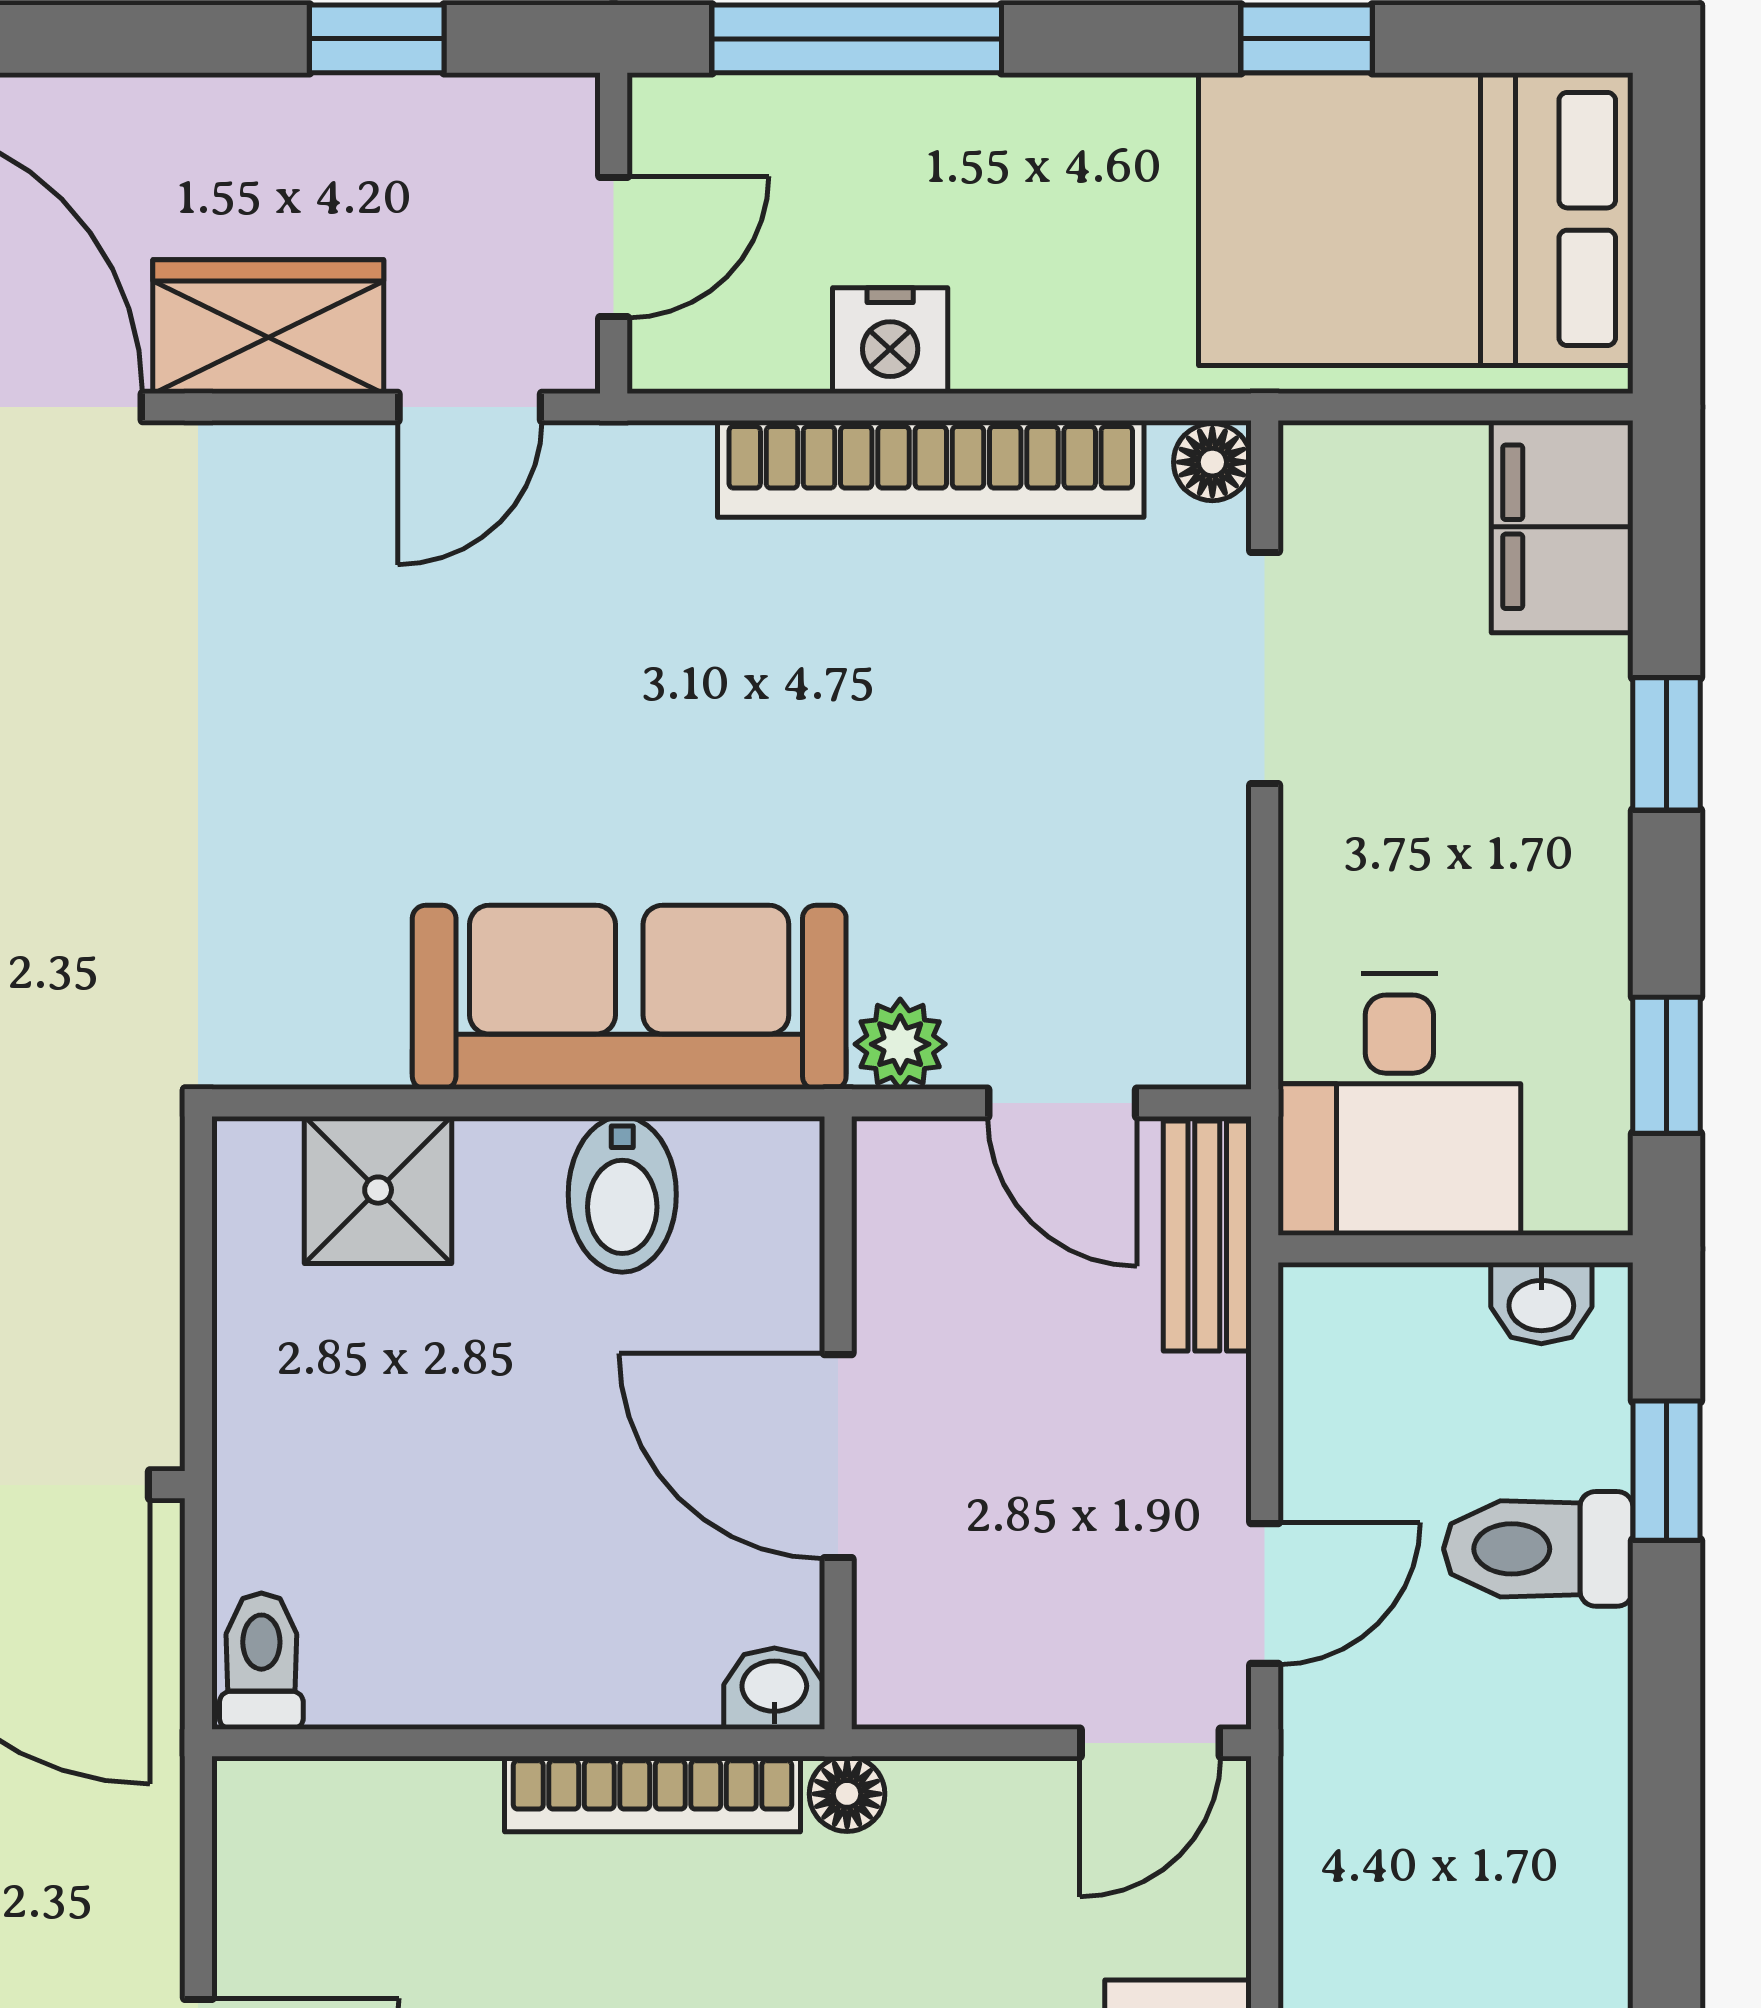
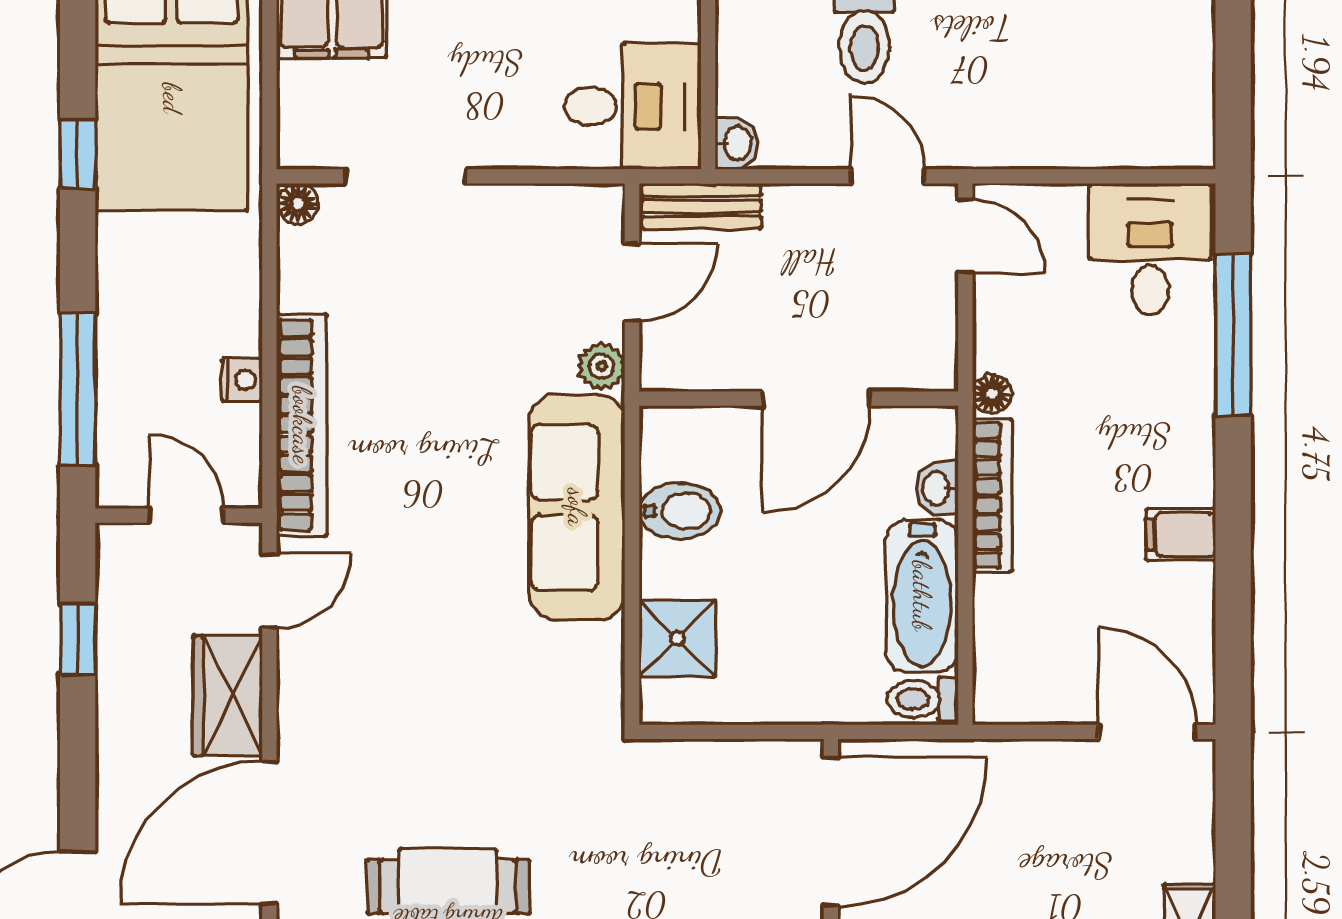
nightstand: (890, 341) -> (242, 380), width x0.72, depth x0.74
door: (470, 407) -> (269, 590), hinge flipped
bookcase: (931, 469) -> (302, 425), moved
washbasin: (1541, 1303) -> (736, 143), moved
bathtub: (459, 1660) -> (922, 596), added
washbasin: (774, 1689) -> (937, 488), moved

